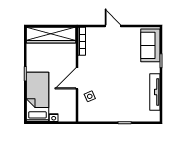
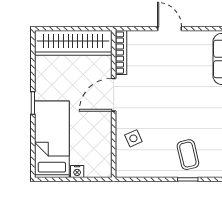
door: (77, 78) -> (114, 95), moved
coffee table: (125, 107) -> (188, 155), added

